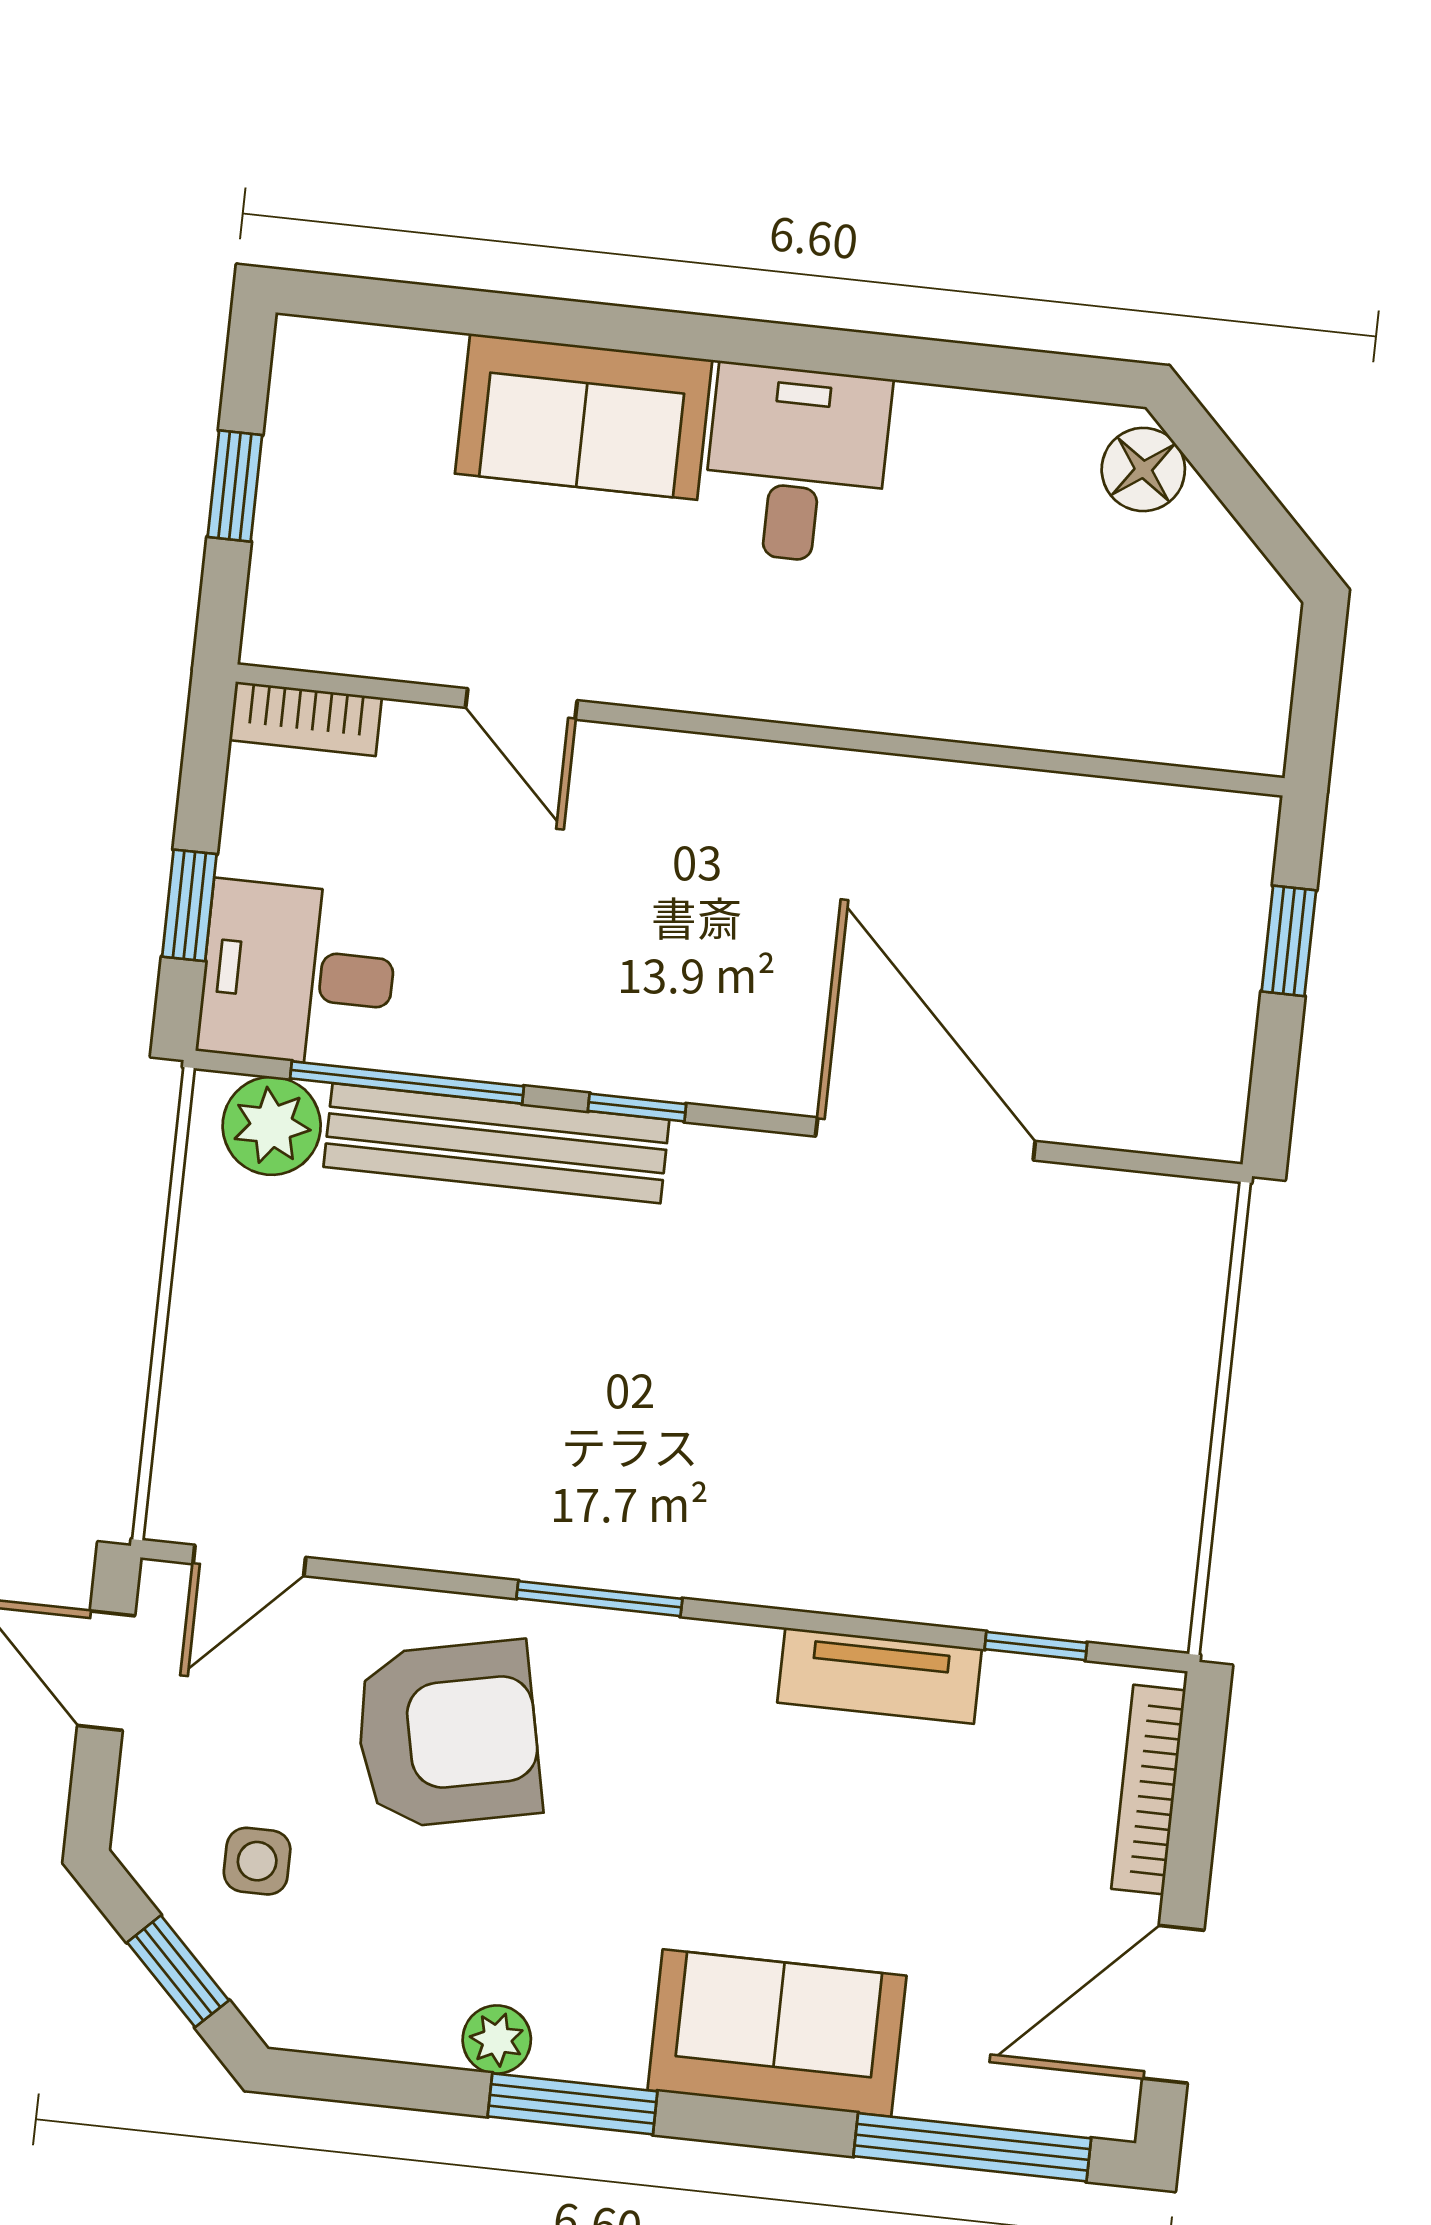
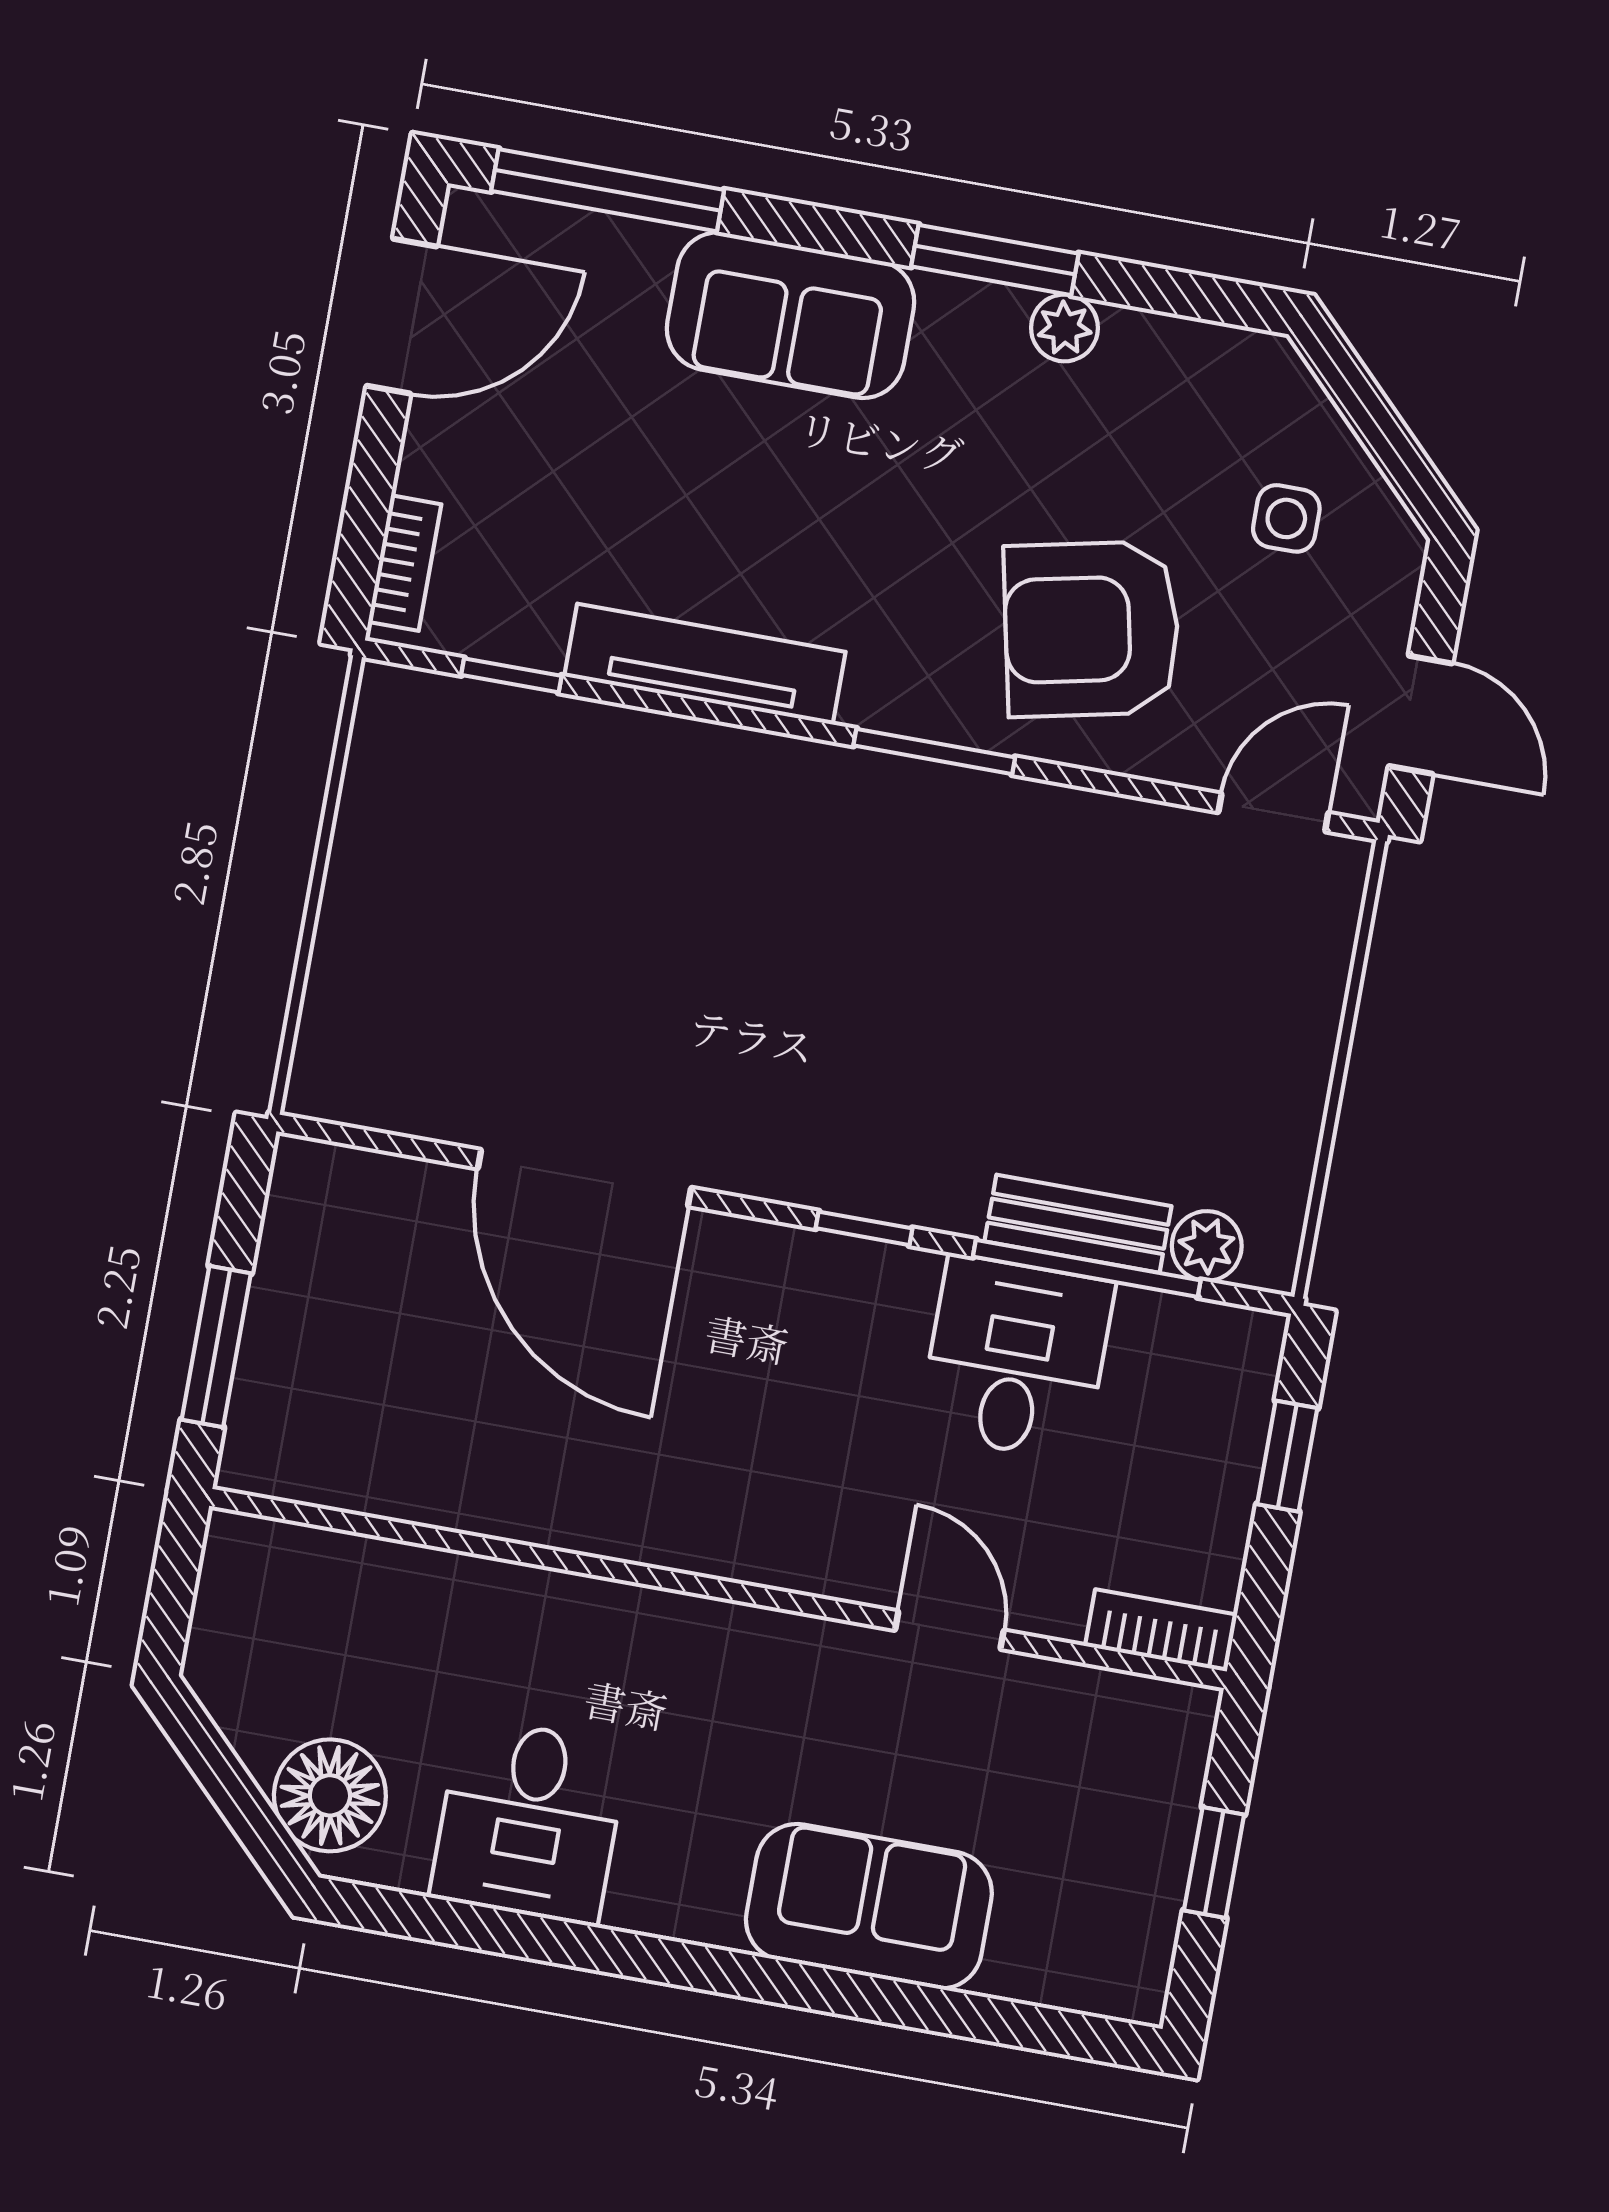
desk: (796, 464) -> (529, 1821), moved
floor lamp: (1143, 469) -> (330, 1795), width x1.38, depth x1.38
window: (1289, 941) -> (216, 1346), width x1.50
desk: (298, 974) -> (1016, 1358), moved, turned -90
plant: (272, 1126) -> (1207, 1246), width x0.73, depth x0.73
bench: (496, 1143) -> (1078, 1224), width x0.54, depth x0.82
tv unit: (880, 1676) -> (705, 664), width x1.41
bookcase: (1148, 1790) -> (405, 563), width x0.64
window: (178, 1971) -> (1371, 416), removed

